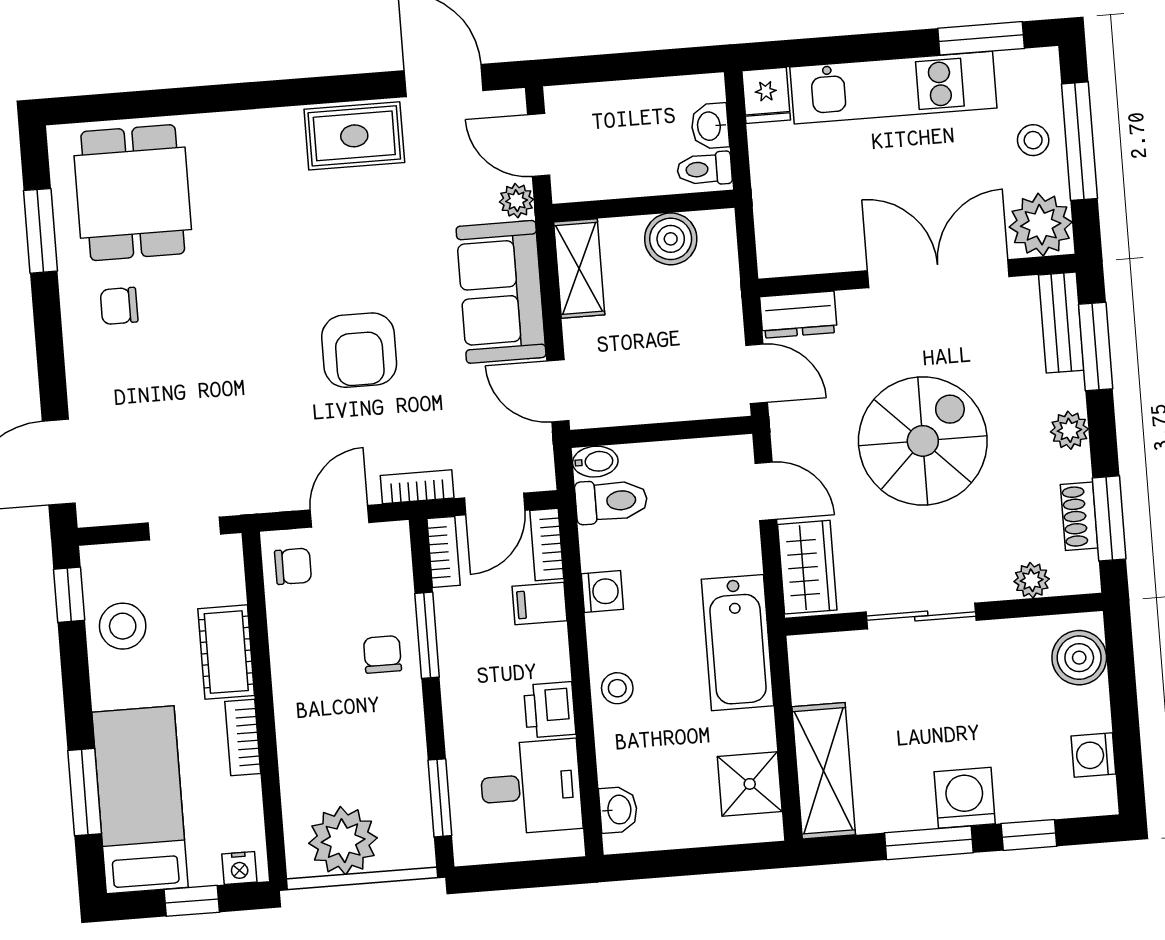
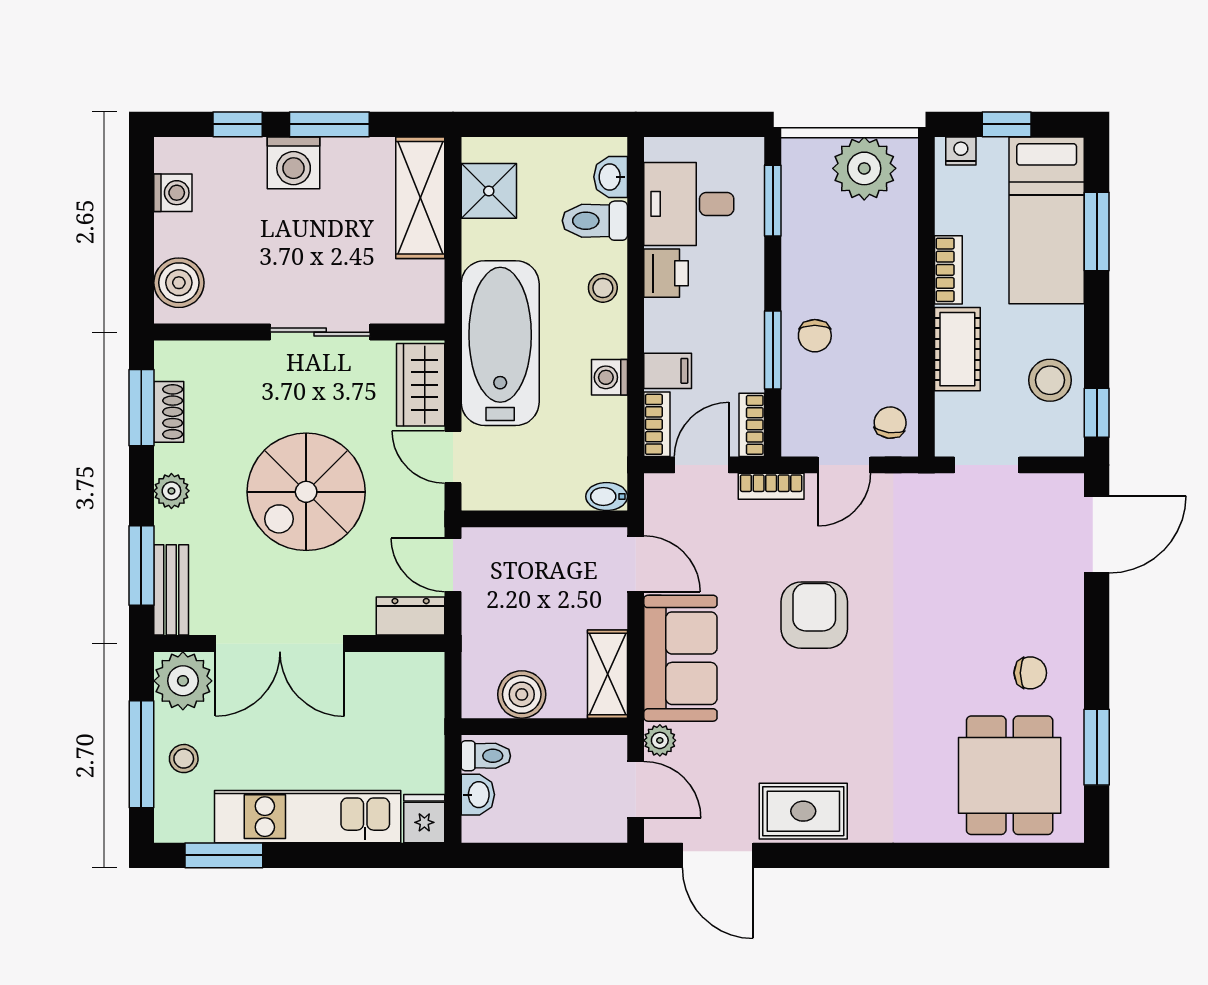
toilet: (611, 501) -> (595, 221), moved
chair: (293, 566) -> (890, 423), turned 97
plant: (1032, 580) -> (217, 357), removed
bathtub: (738, 643) -> (500, 343), width x1.36, depth x1.36

